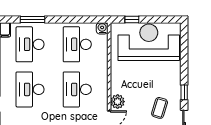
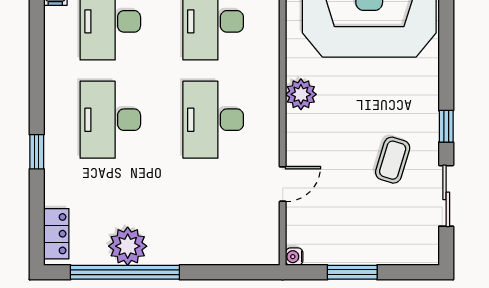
plant: (118, 102) -> (301, 94), moved

